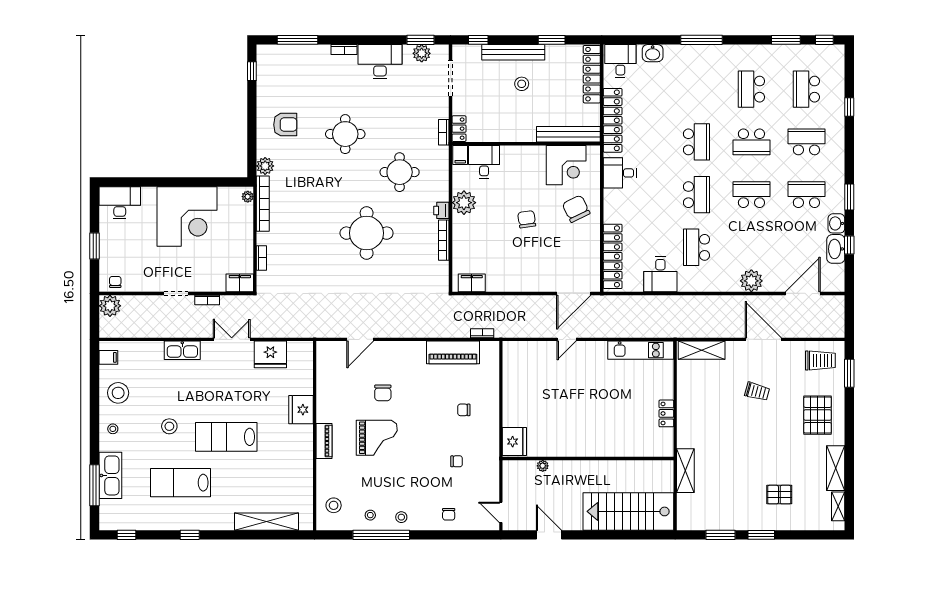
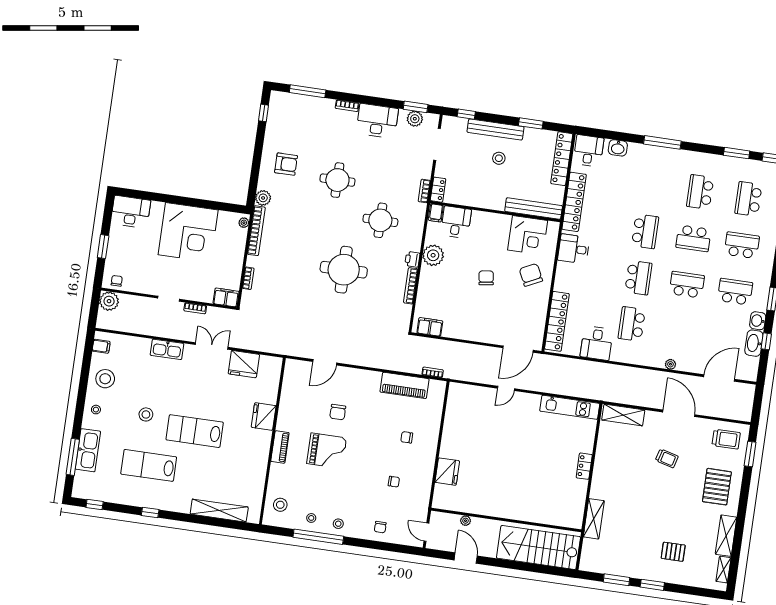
plant: (751, 281) -> (670, 364), width x0.53, depth x0.53
wall: (588, 458) -> (506, 520), moved
plant: (543, 466) -> (465, 521), moved

